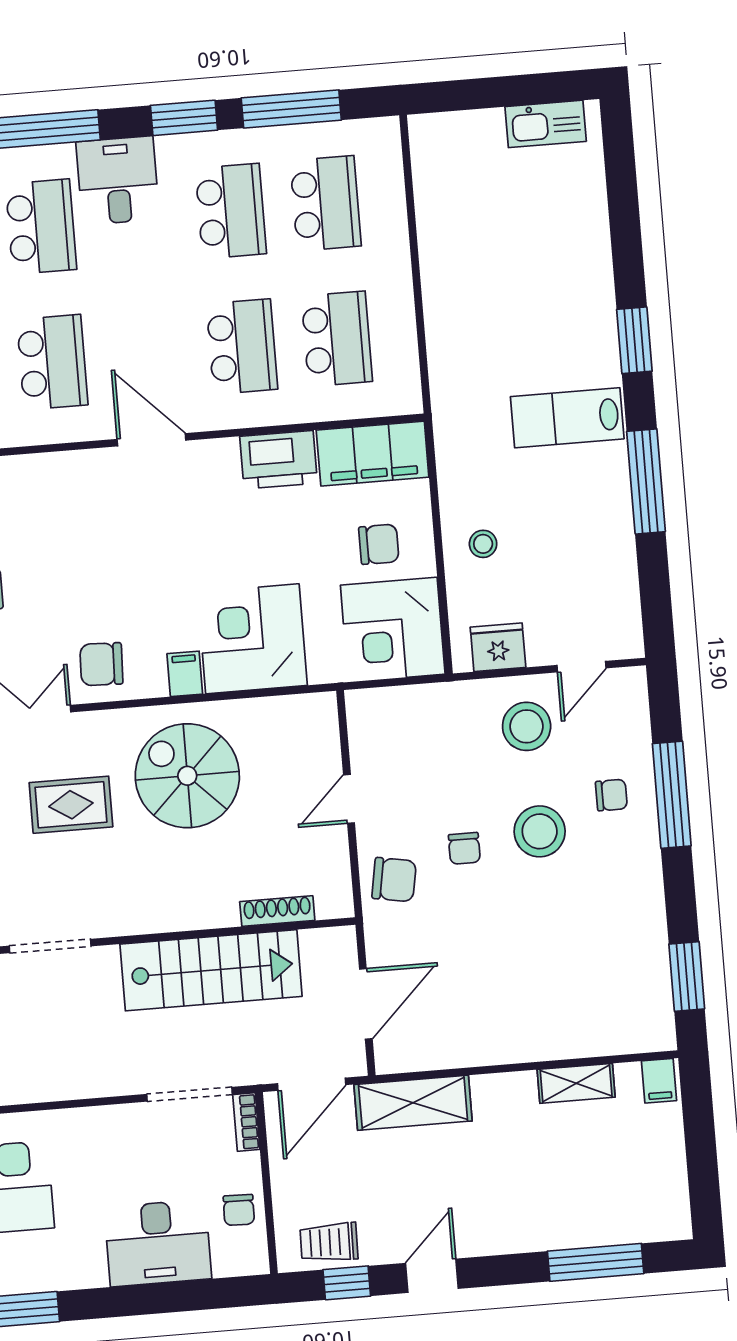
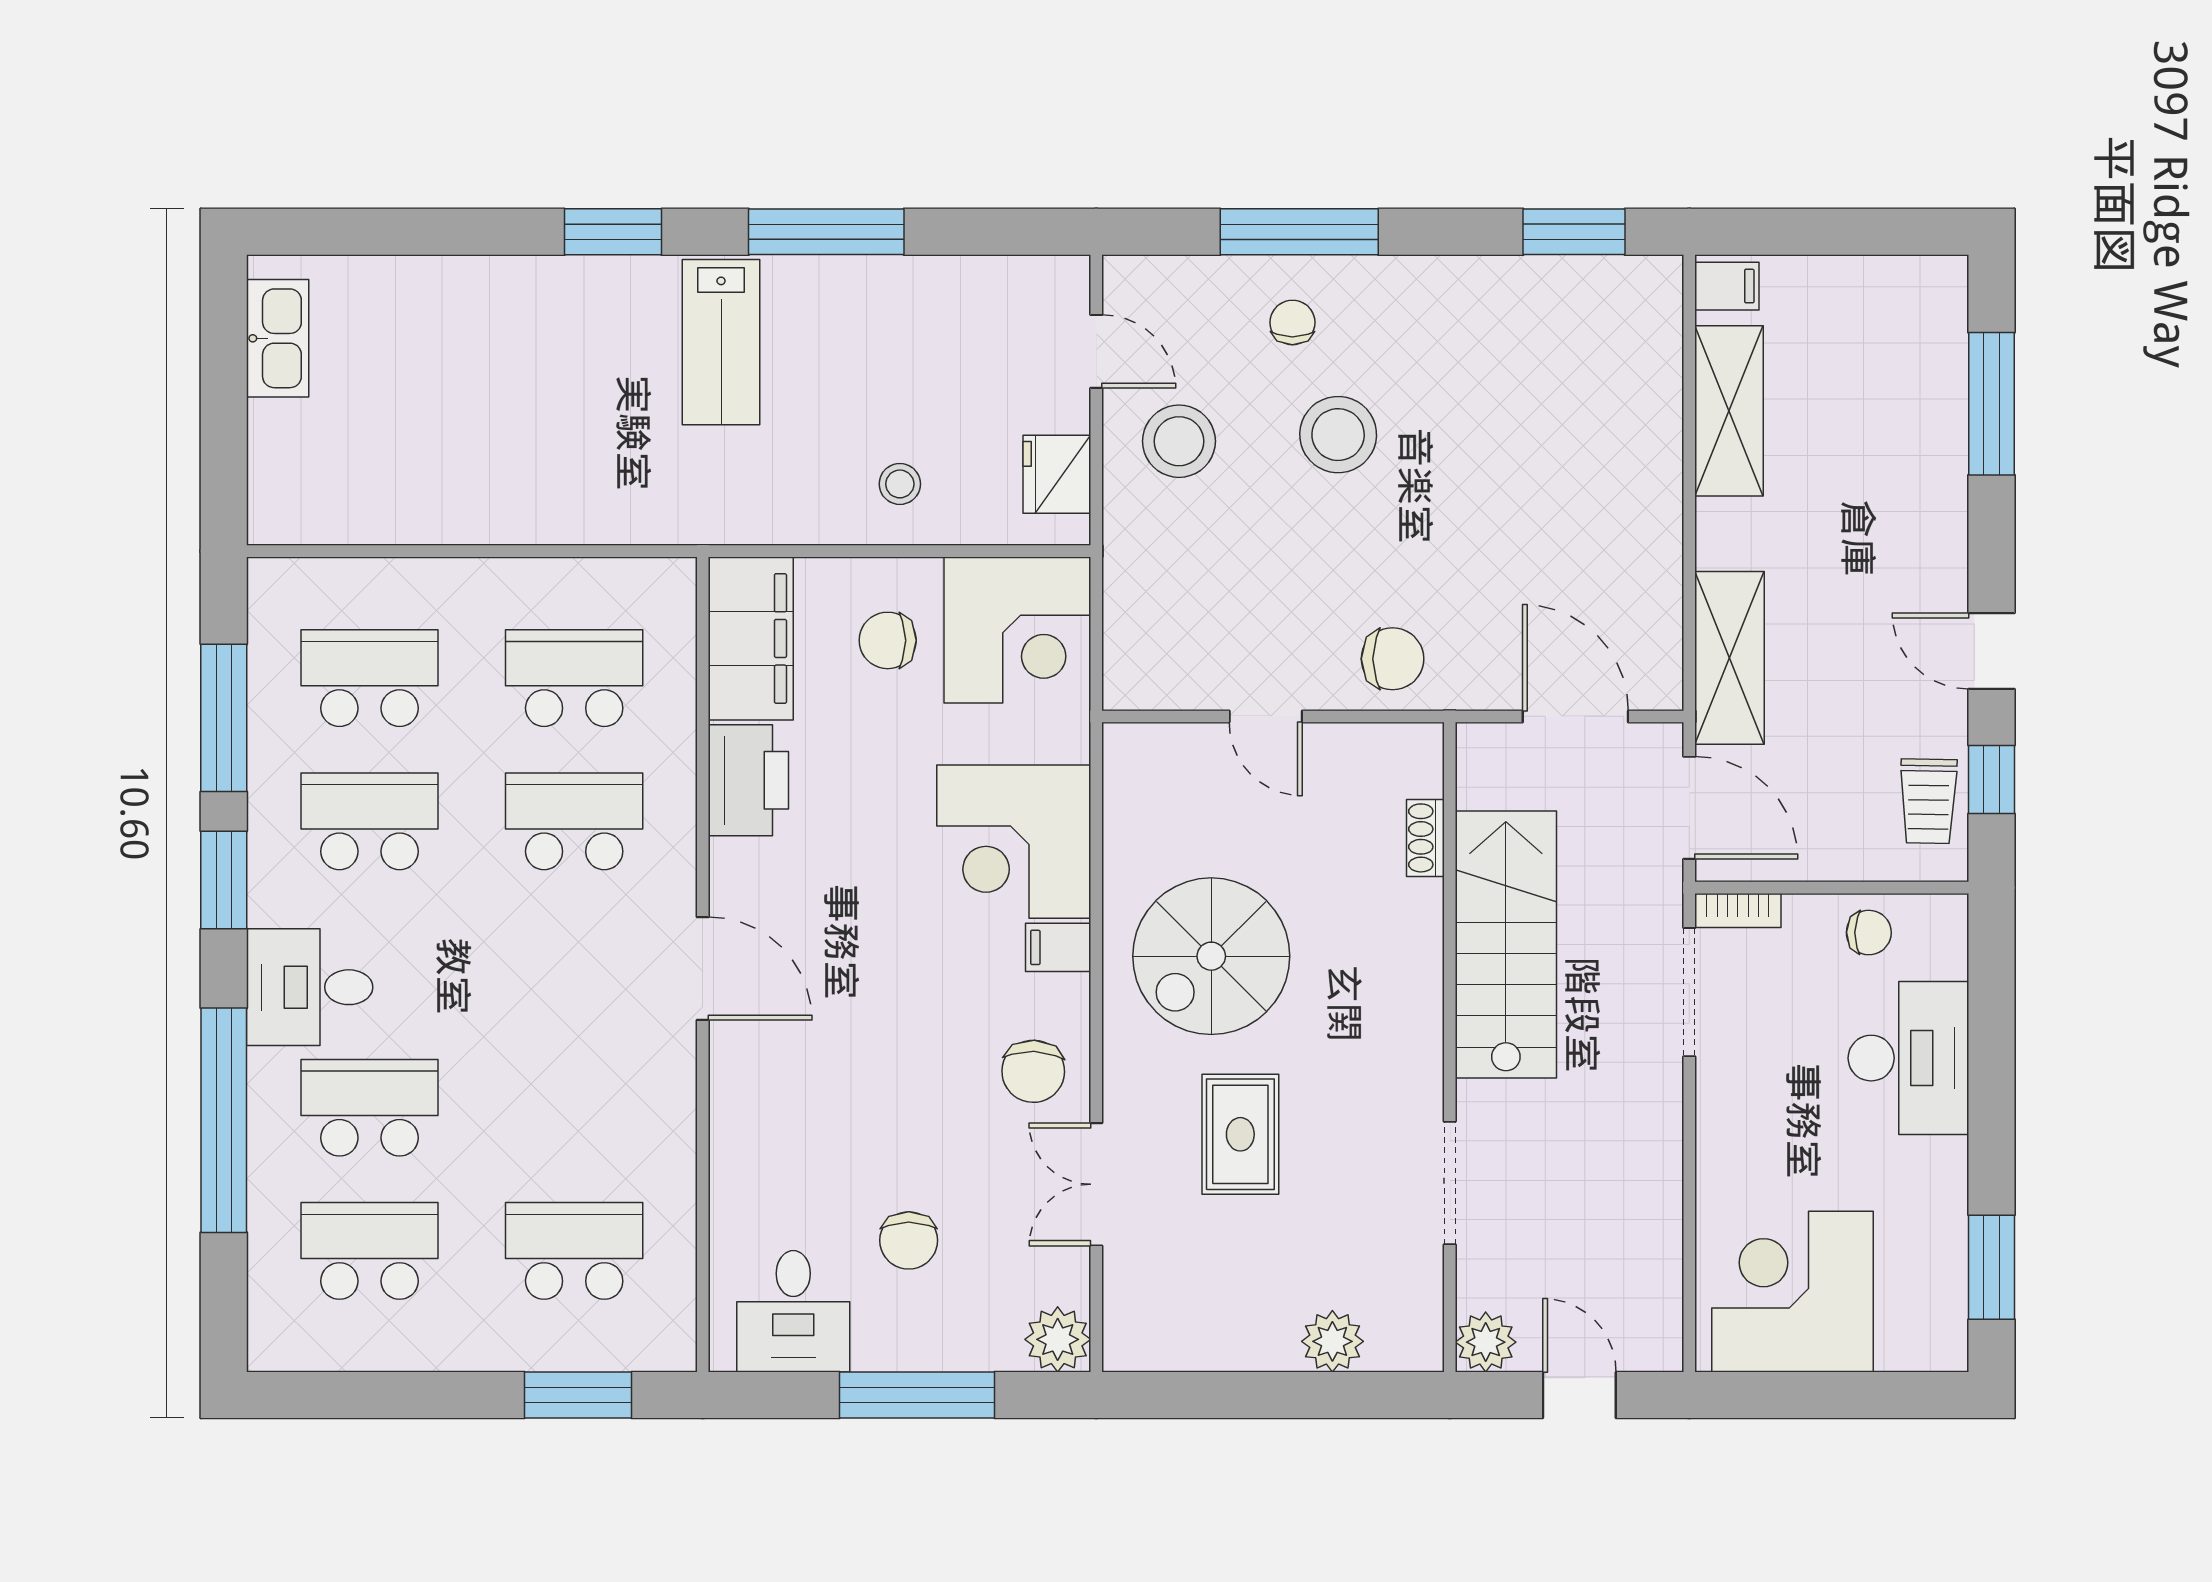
school desk: (52, 362) -> (574, 1108), removed
door: (151, 440) -> (703, 969), swing flipped
chair: (379, 544) -> (888, 640), turned -90
chair: (464, 848) -> (1354, 550), removed
chair: (394, 880) -> (1393, 659), turned 80
shoe rack: (277, 911) -> (1425, 838), width x0.70
shelving: (576, 1083) -> (1729, 411), width x1.50, depth x1.33

